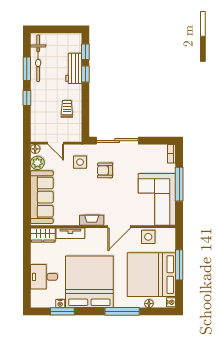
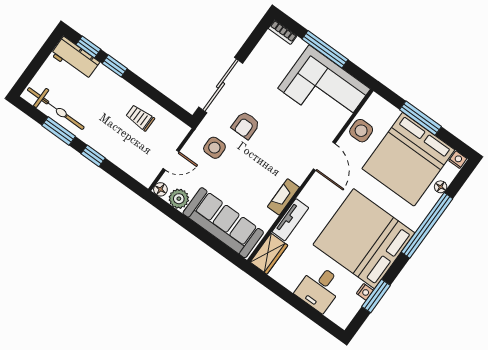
workbench: (74, 68) -> (75, 58), moved
fireplace: (92, 220) -> (283, 197), moved
window: (122, 311) -> (427, 225), width x1.46

